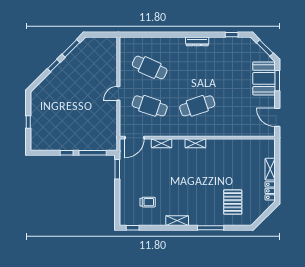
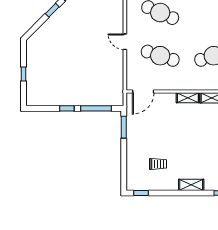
door: (118, 93) -> (125, 42), hinge flipped
shelving: (162, 143) -> (188, 98), moved

